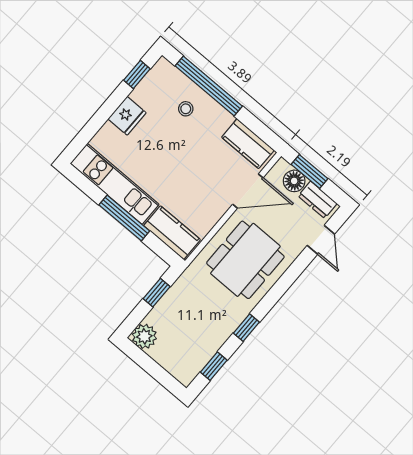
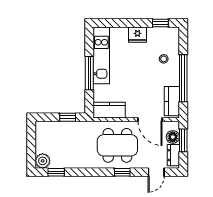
window: (209, 86) -> (183, 78), moved
kitchen counter: (172, 233) -> (109, 110), moved, turned -90
window: (246, 328) -> (122, 172), moved
plant: (144, 336) -> (43, 161), moved

